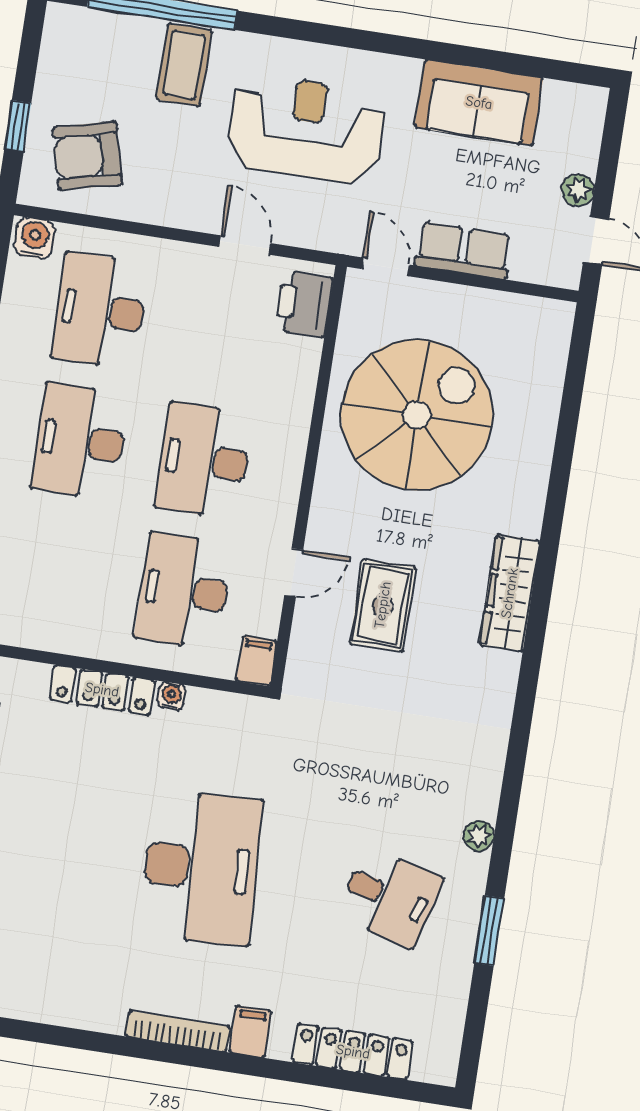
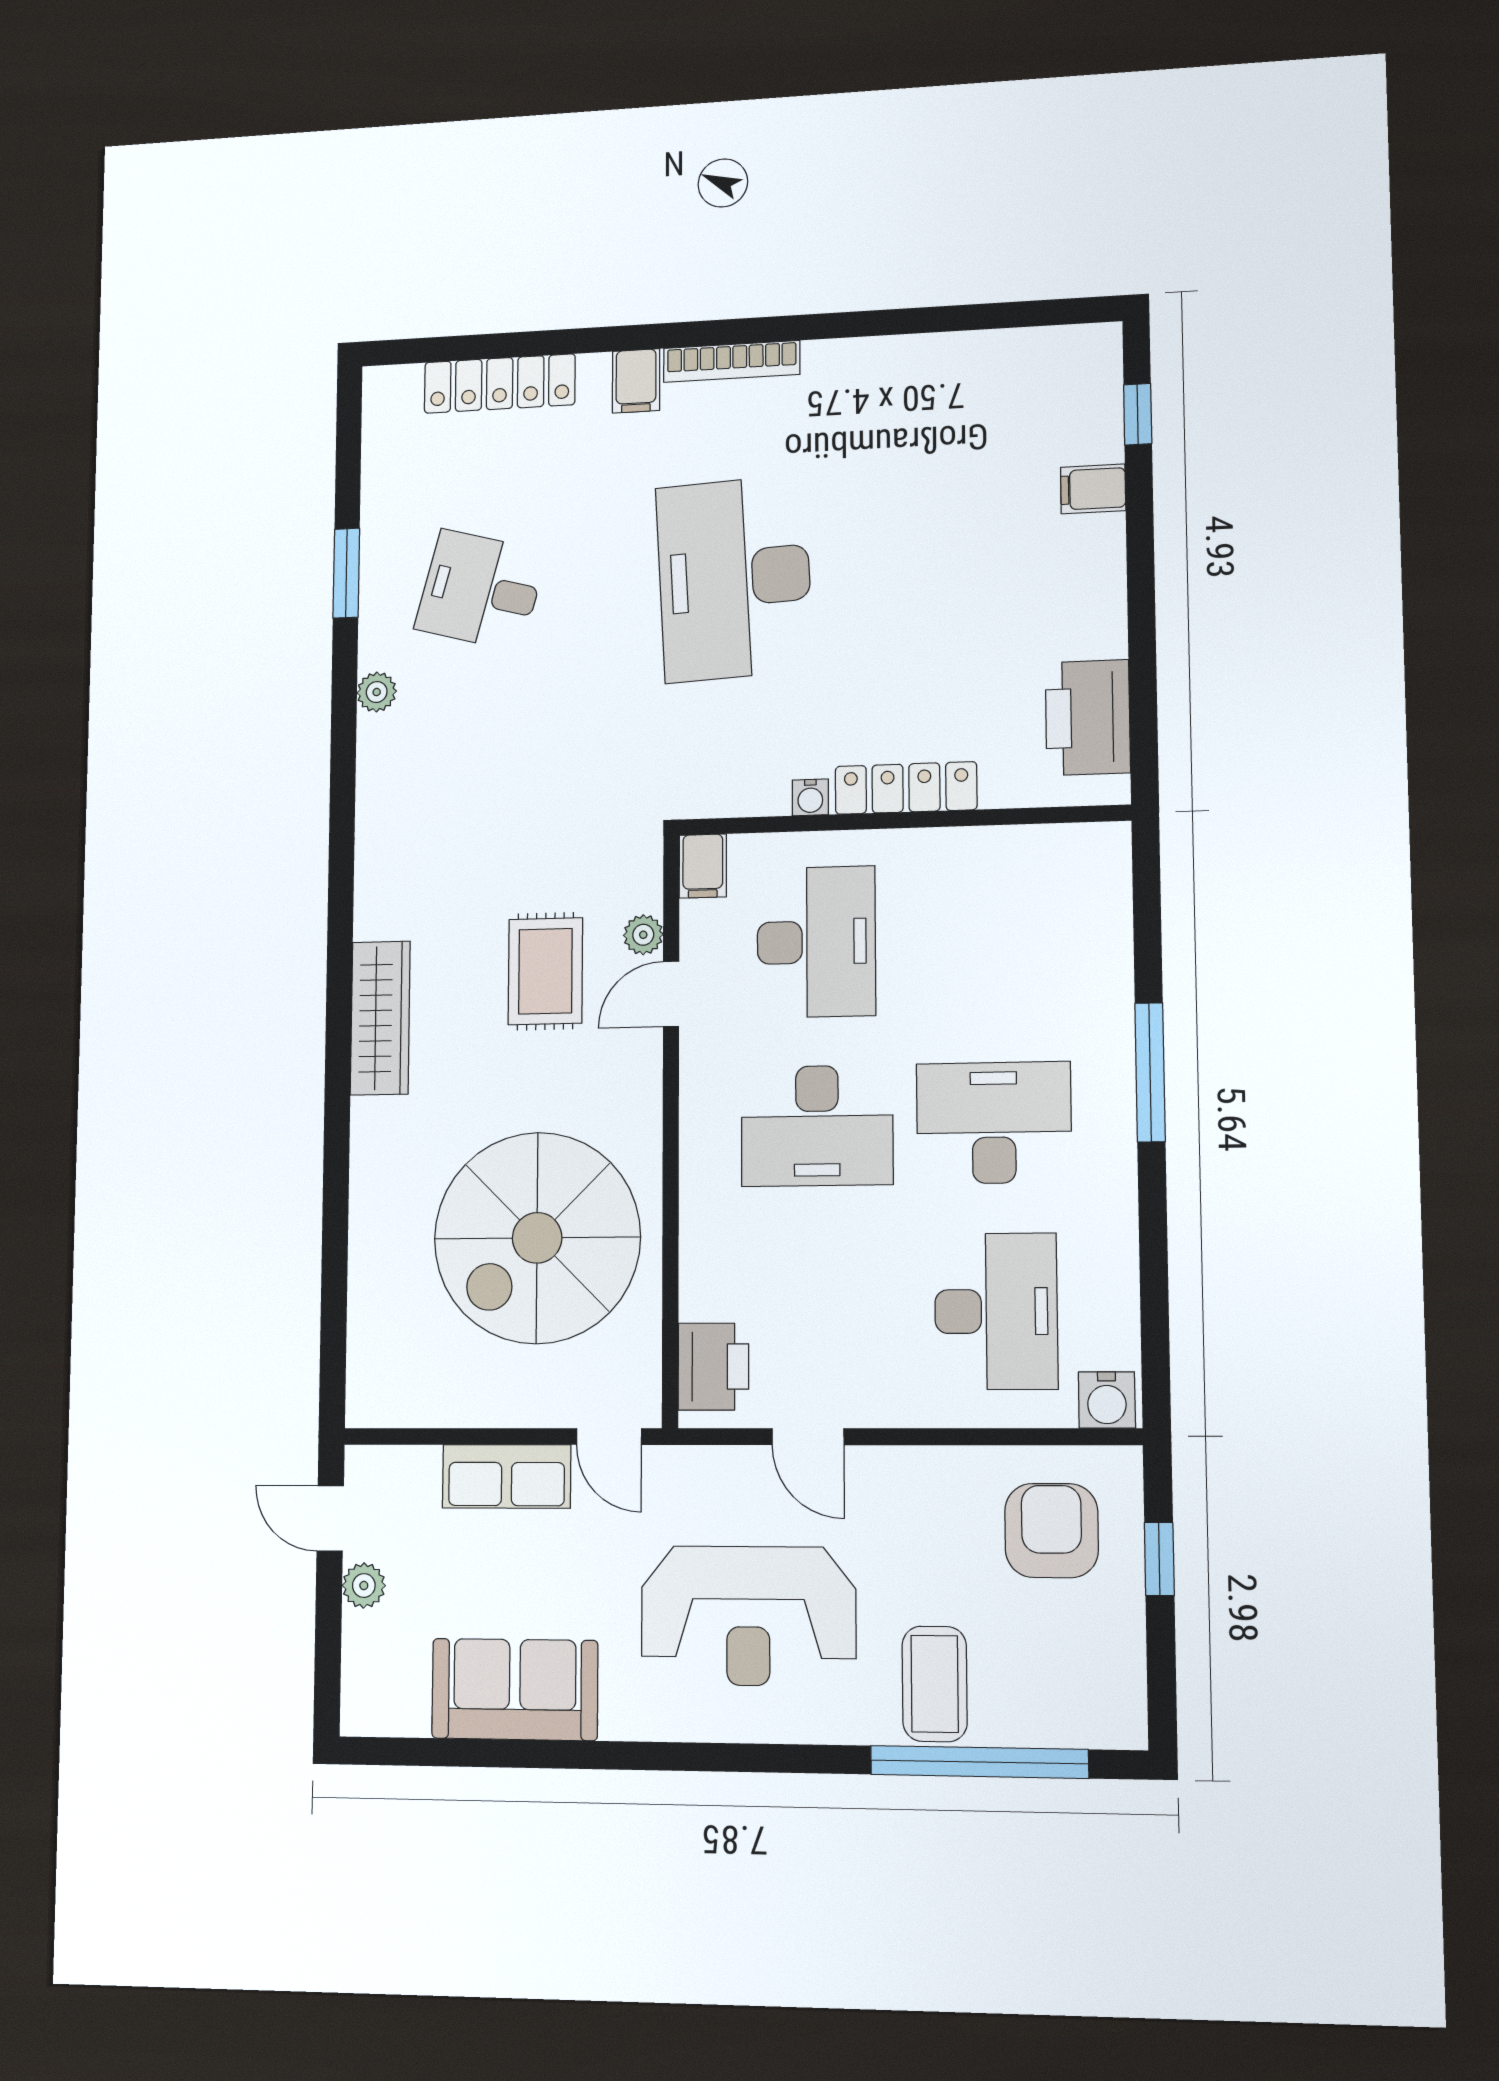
armchair: (87, 156) -> (1051, 1531), turned -76
desk: (80, 441) -> (994, 1123), turned -90
desk: (204, 460) -> (817, 1126), turned 90
plant: (307, 619) -> (643, 935), added

